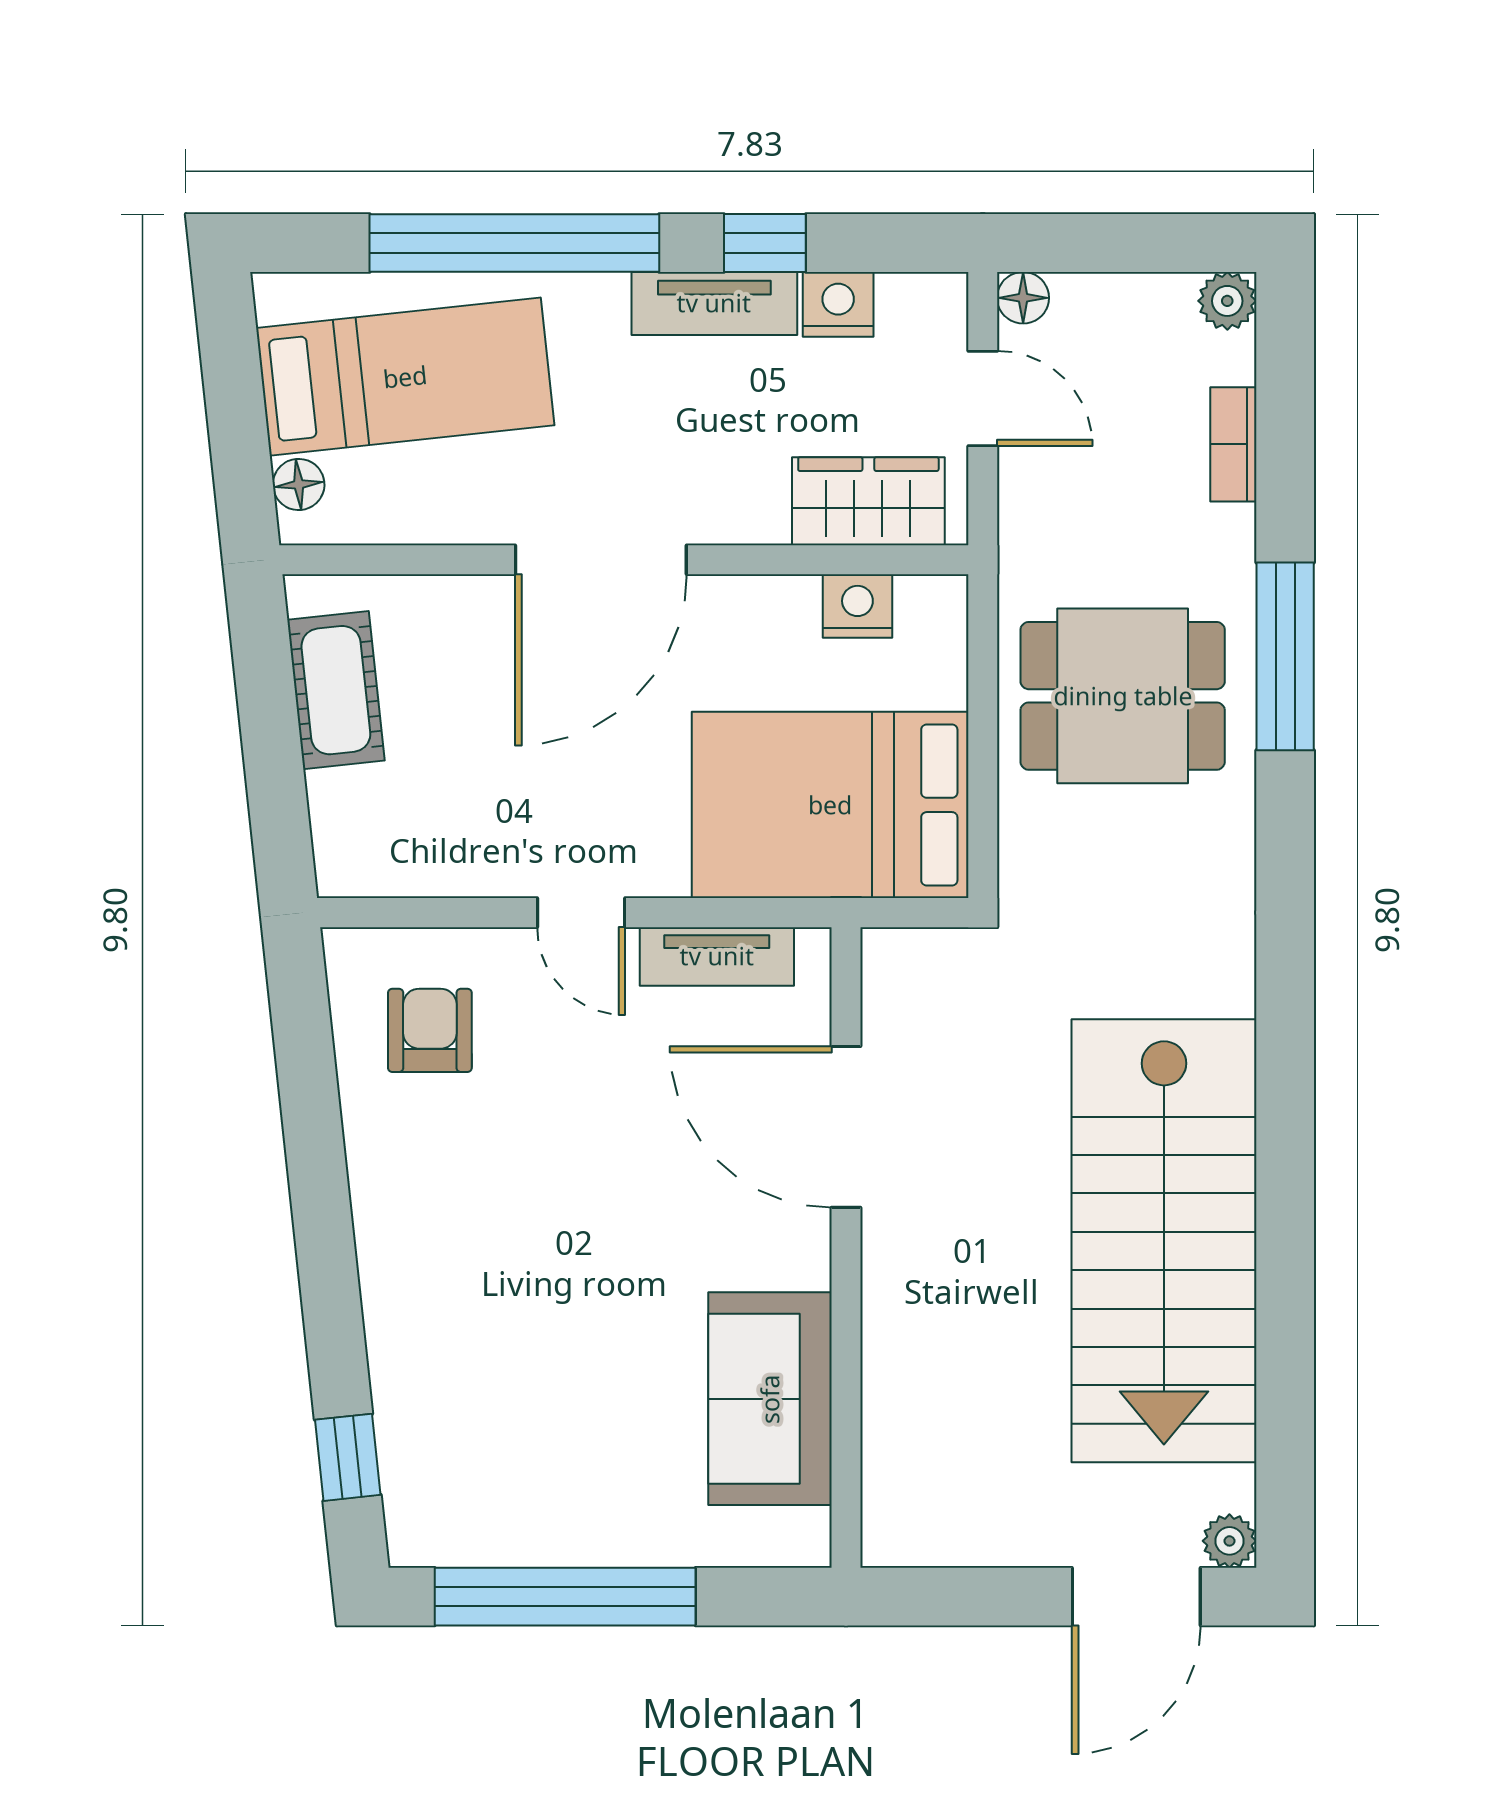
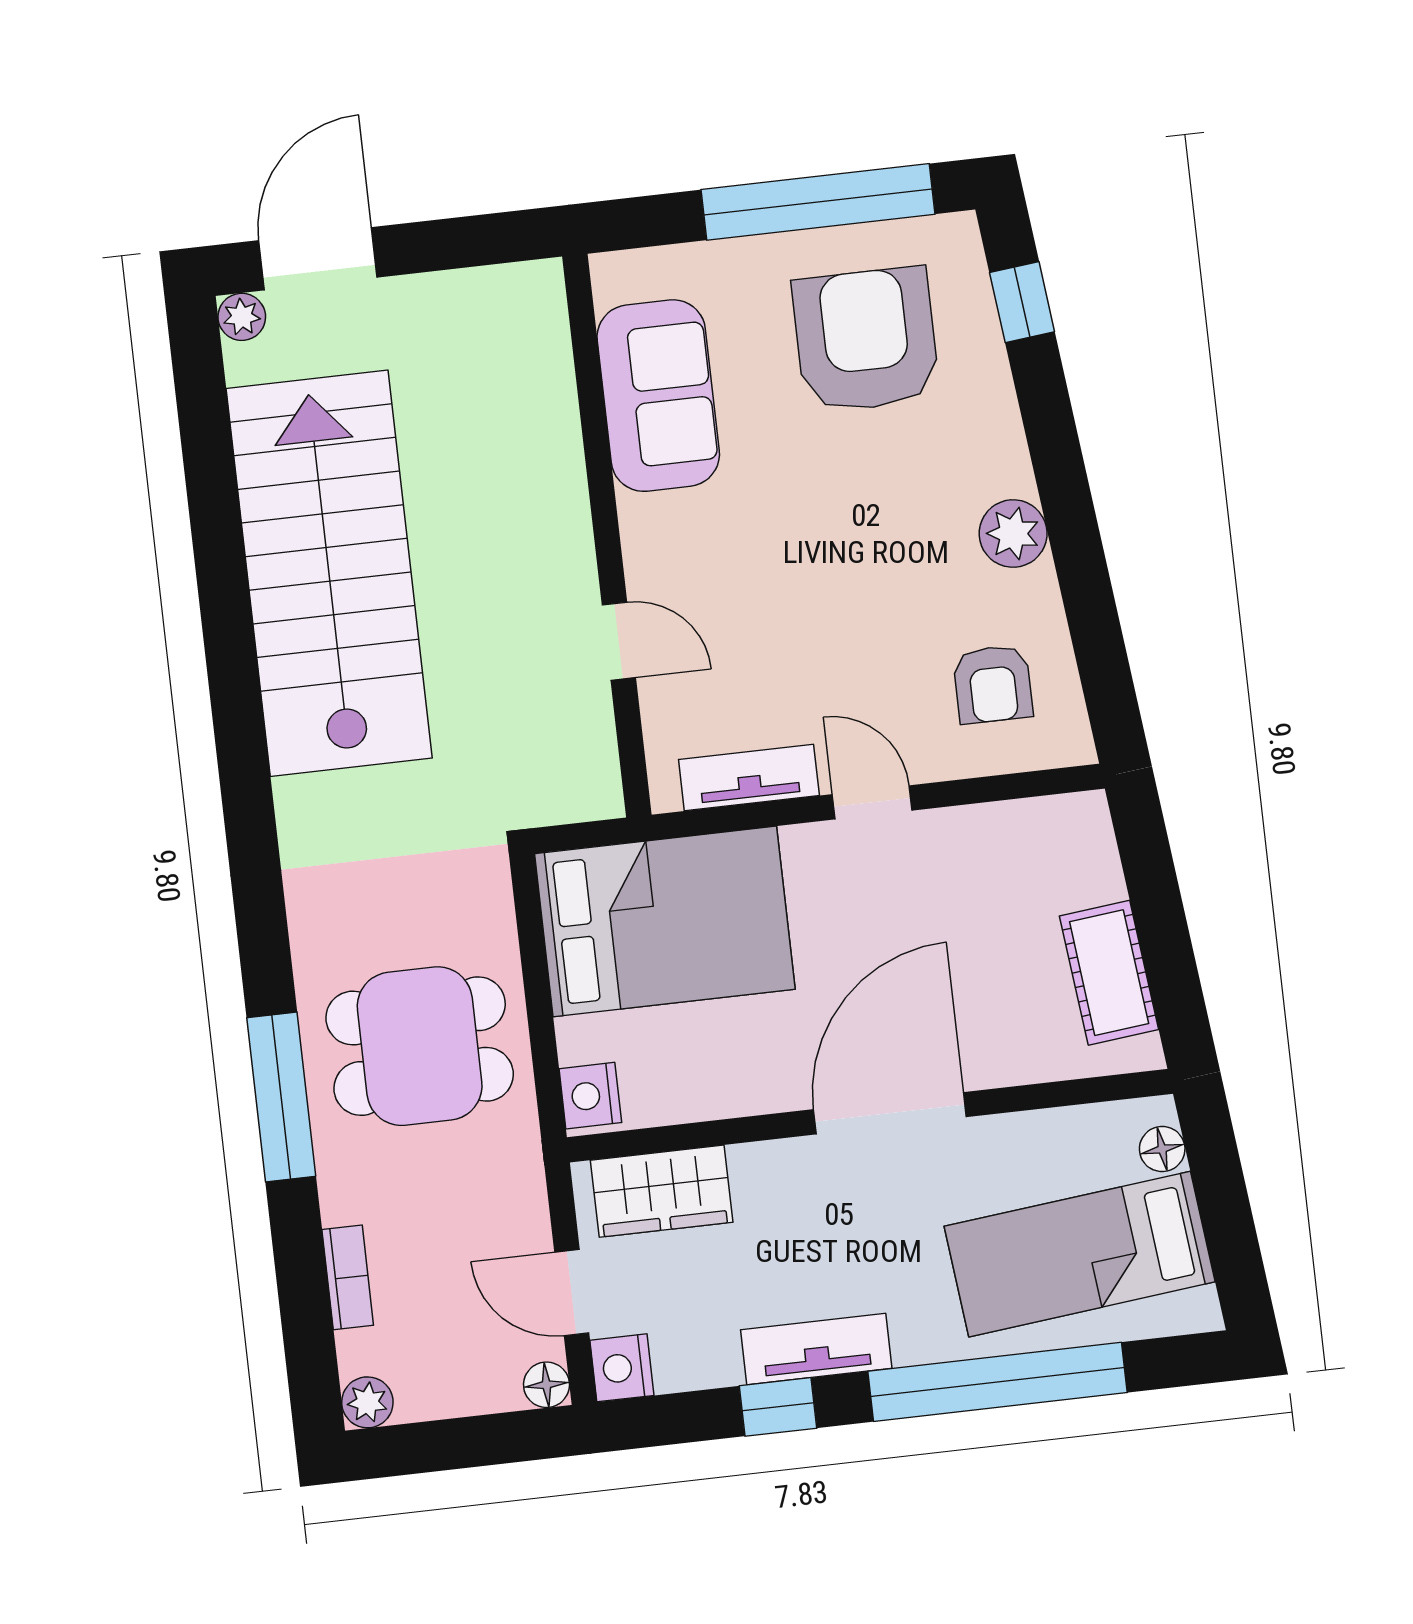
nightstand: (838, 304) -> (622, 1368), moved, turned 90
nightstand: (857, 606) -> (590, 1096), moved, turned 90
door: (846, 1127) -> (619, 641), width x0.53
plant: (388, 1198) -> (1013, 534), added
armchair: (529, 1435) -> (866, 340), added

